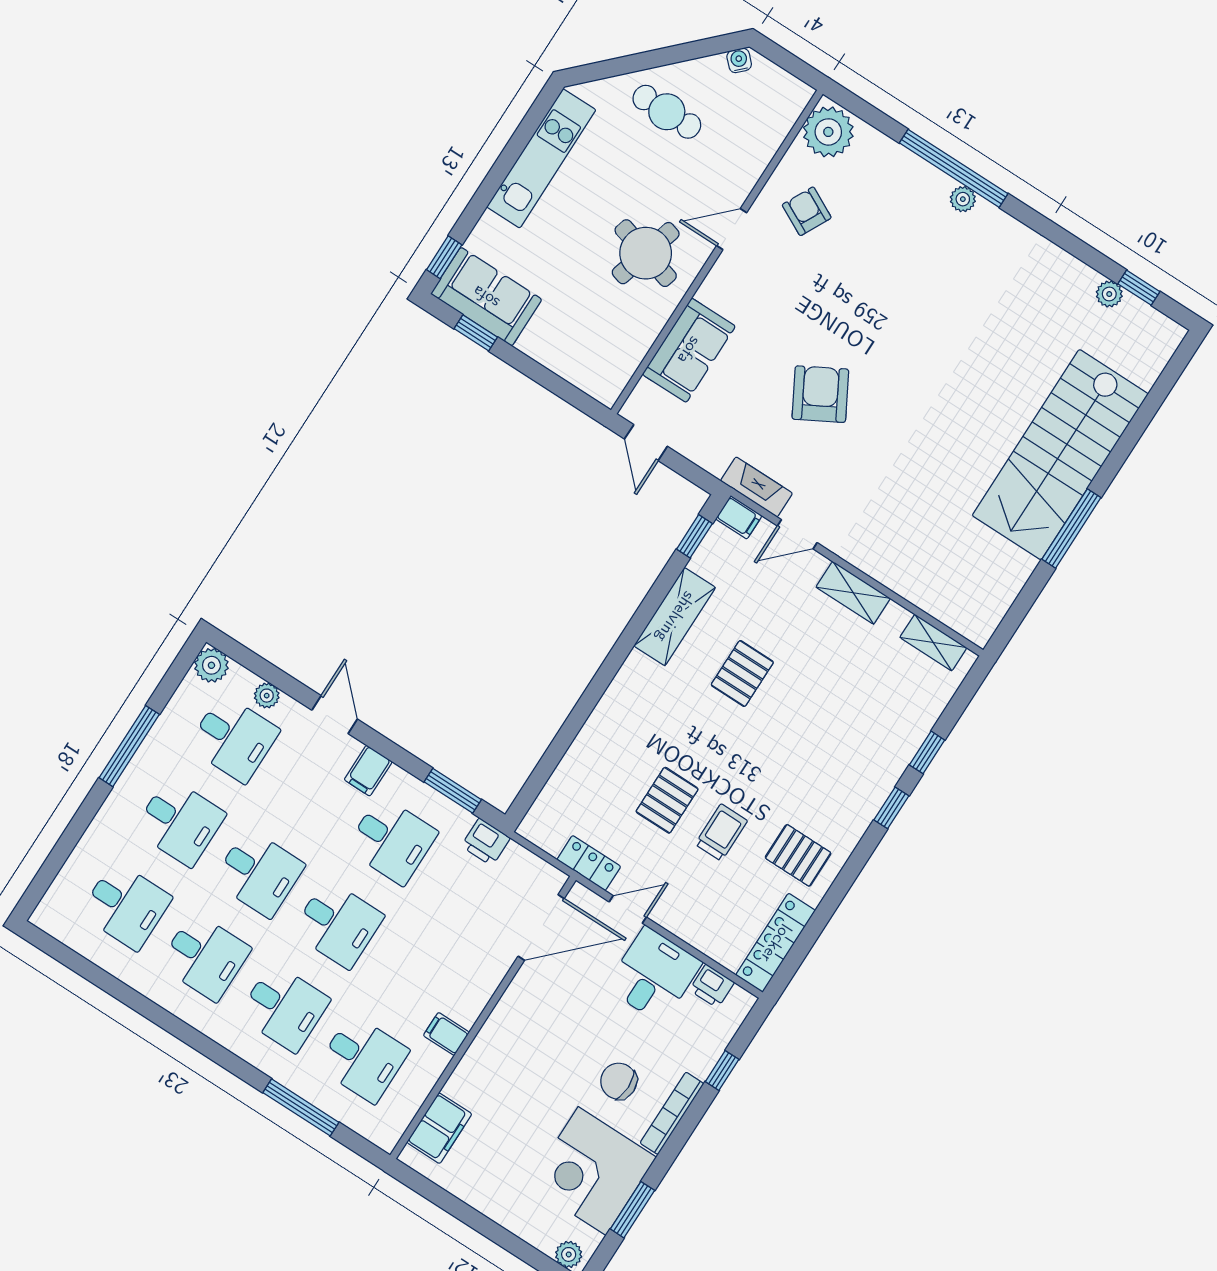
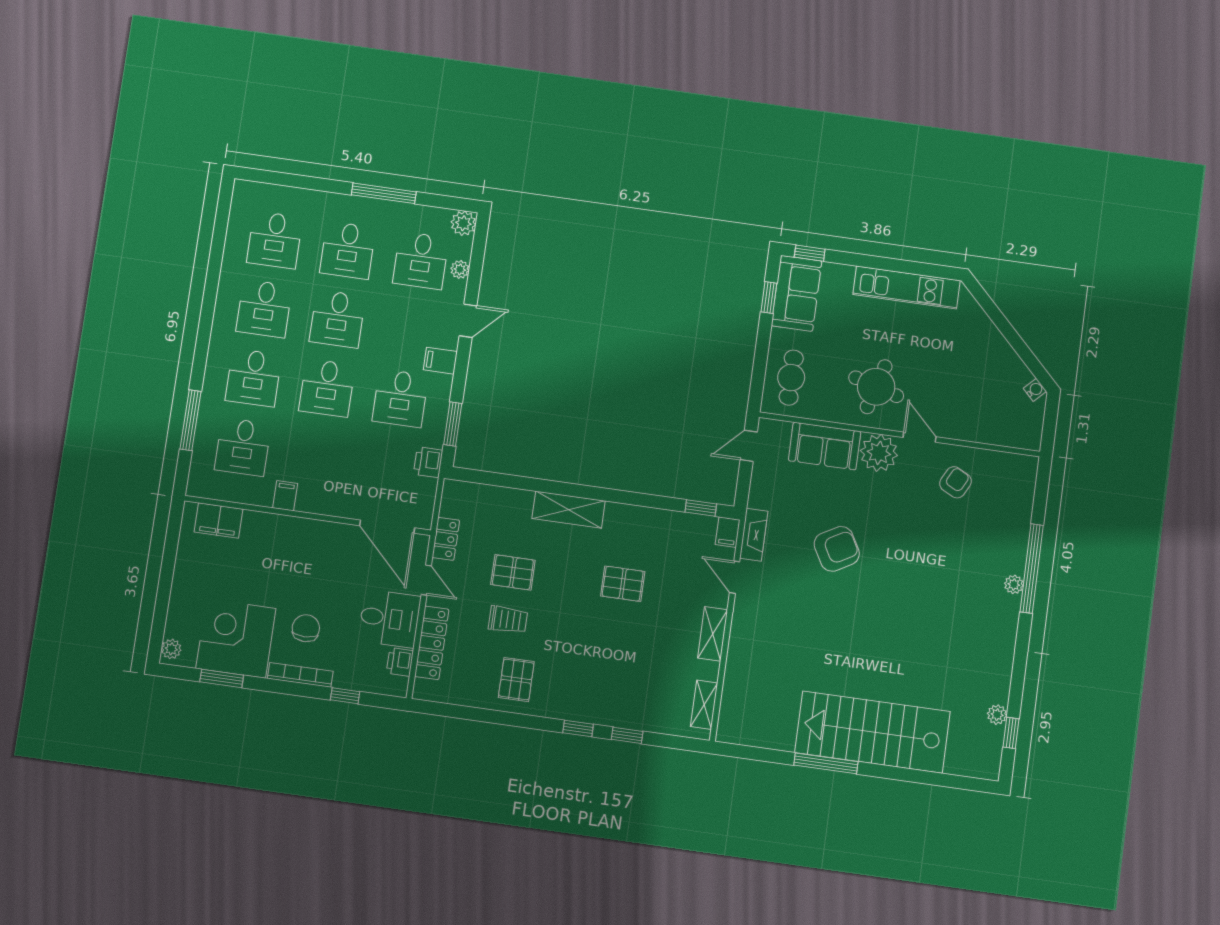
cafe table: (667, 112) -> (791, 378), moved
plant: (828, 132) -> (879, 453), moved
shelving: (675, 617) -> (569, 510), moved
locker: (776, 943) -> (432, 643), moved, turned 90

